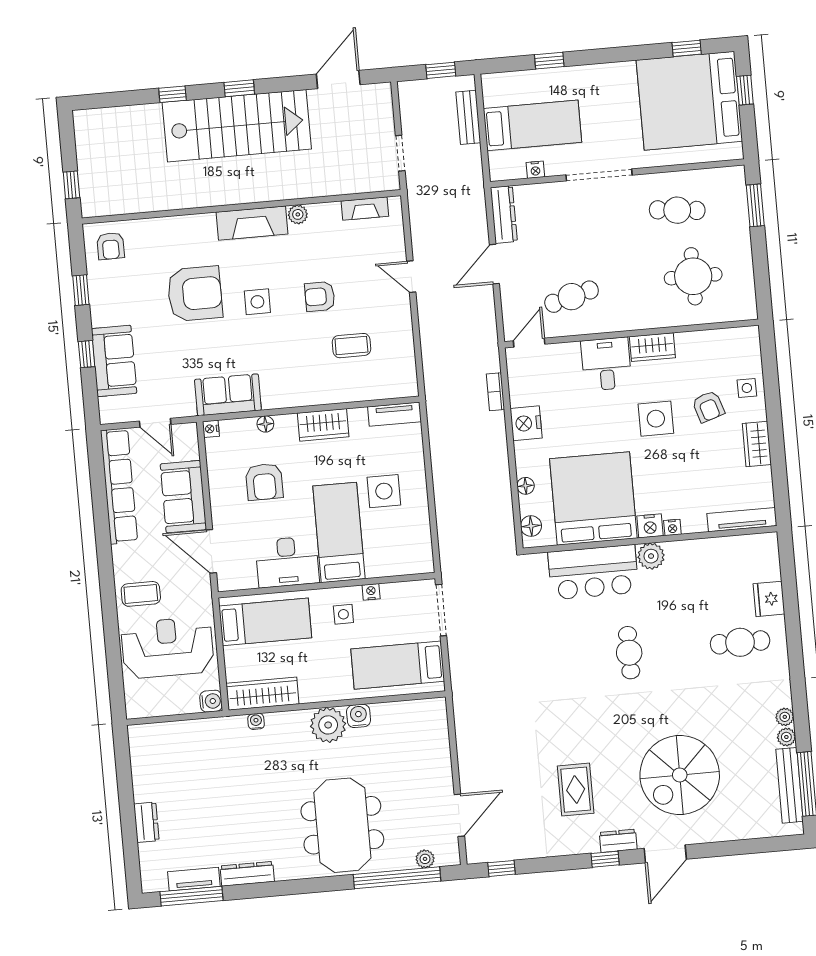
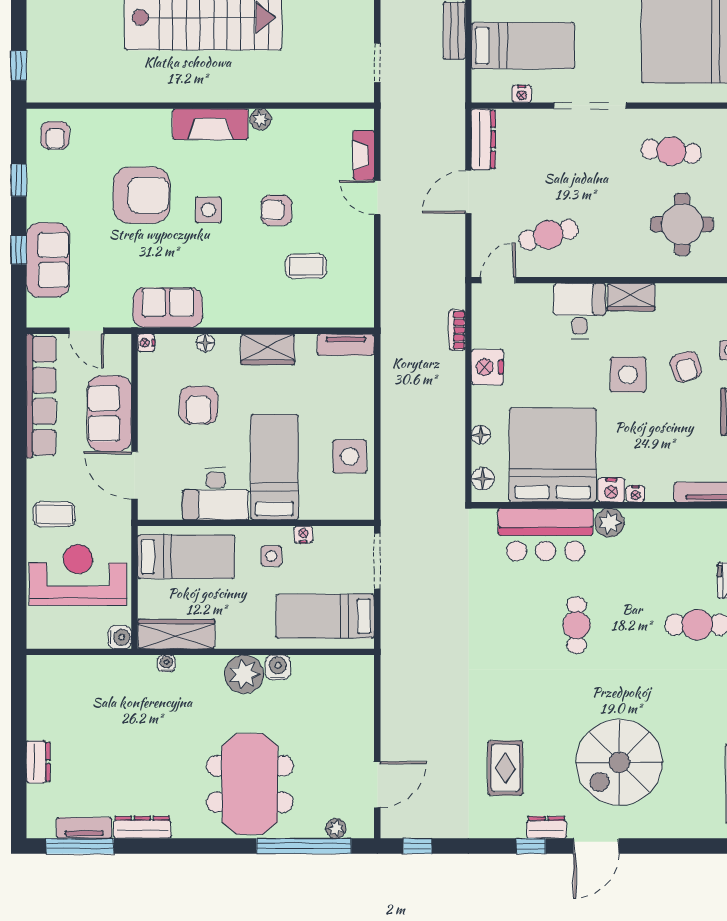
fireplace: (365, 209) -> (364, 155), moved, turned 90
side table: (384, 491) -> (350, 457), moved

